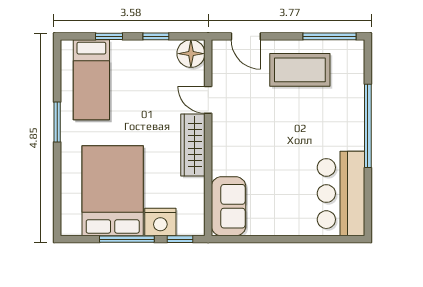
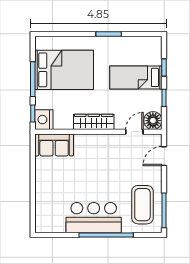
coffee table: (300, 70) -> (142, 205), moved
bed: (91, 80) -> (136, 77), moved
door: (208, 100) -> (134, 132), moved
bar counter: (341, 194) -> (94, 218), moved
nightstand: (160, 222) -> (44, 120), moved

